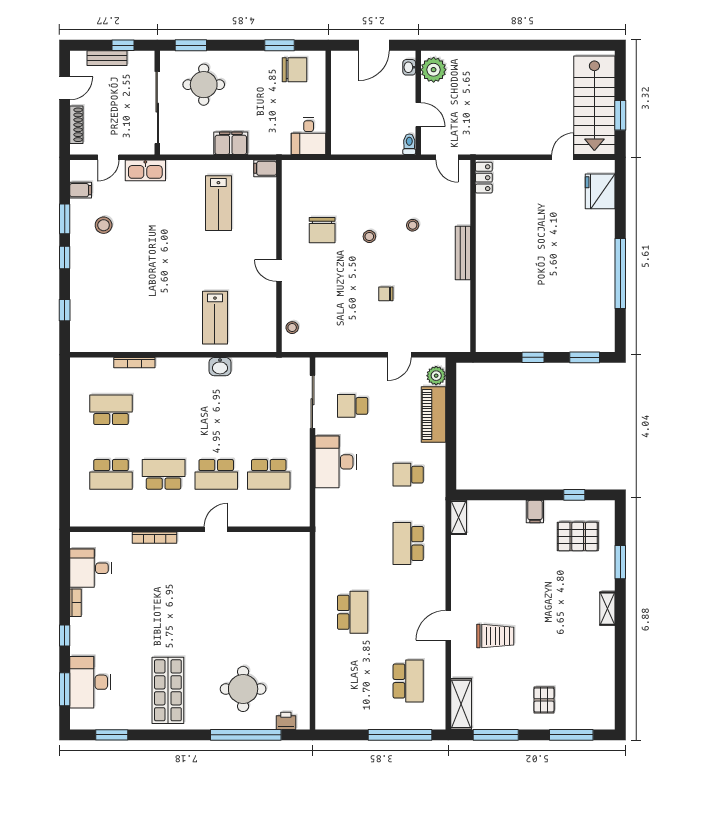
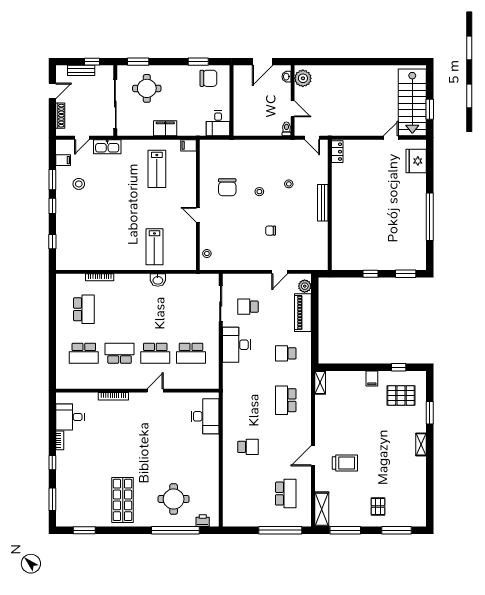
school desk: (111, 410) -> (84, 309), turned 90
school desk: (353, 612) -> (248, 447), width x0.54
desk: (90, 682) -> (205, 416), moved, turned 180

